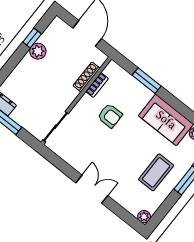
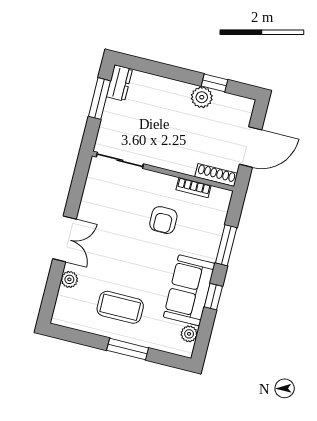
shoe rack: (86, 77) -> (216, 175), moved
window: (178, 105) -> (213, 297), added
plant: (144, 217) -> (69, 279), moved

